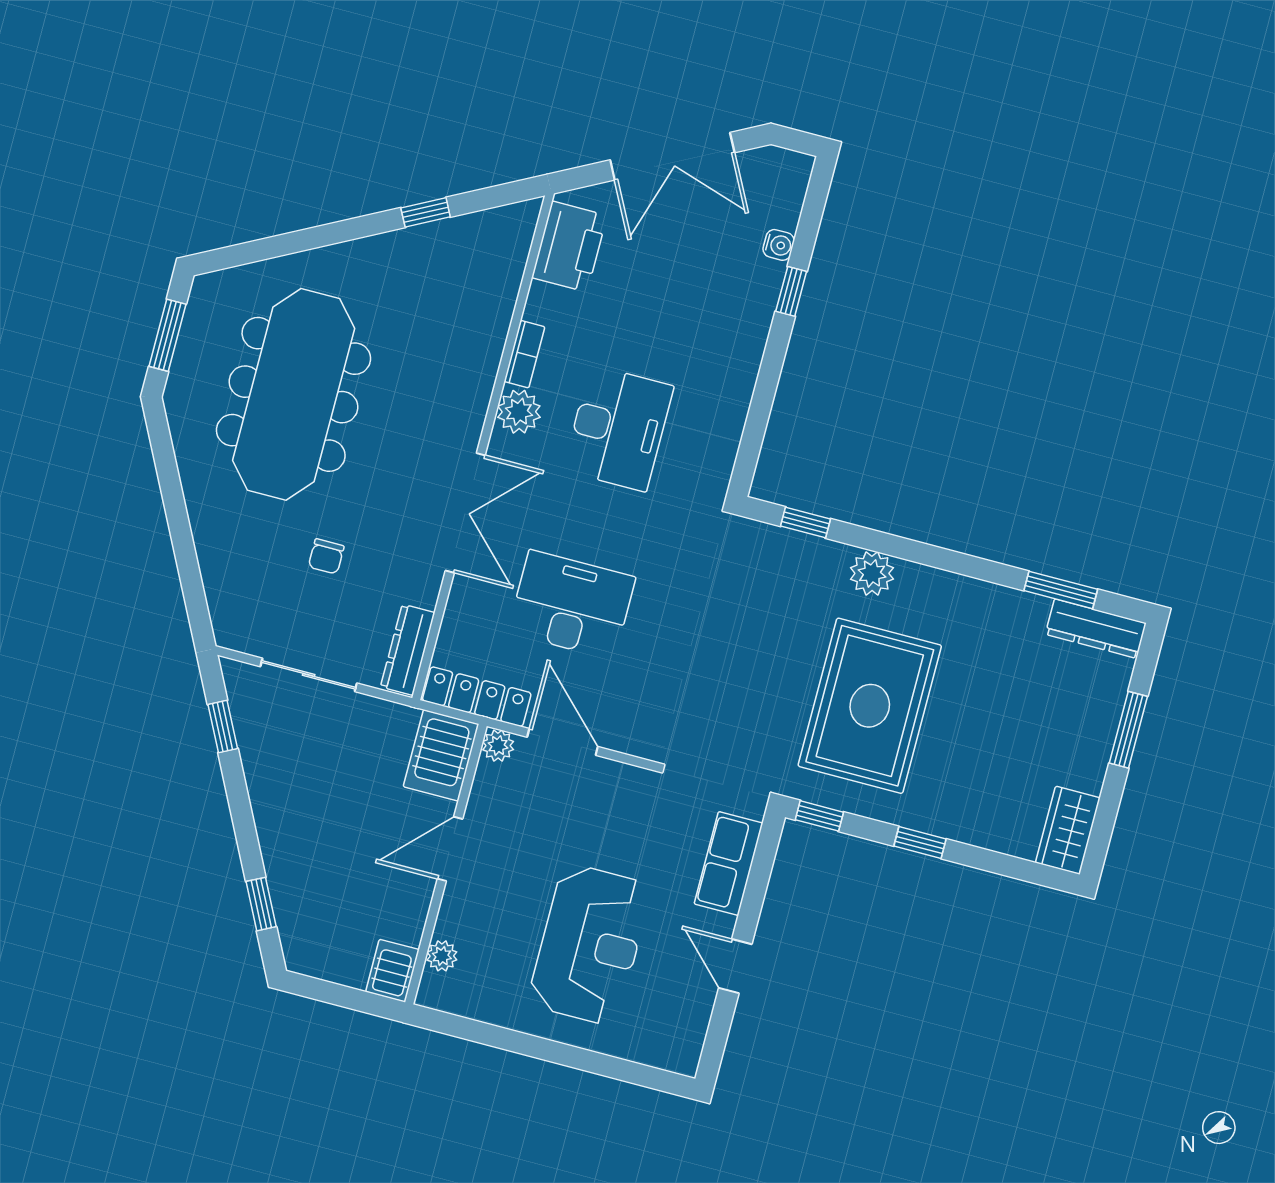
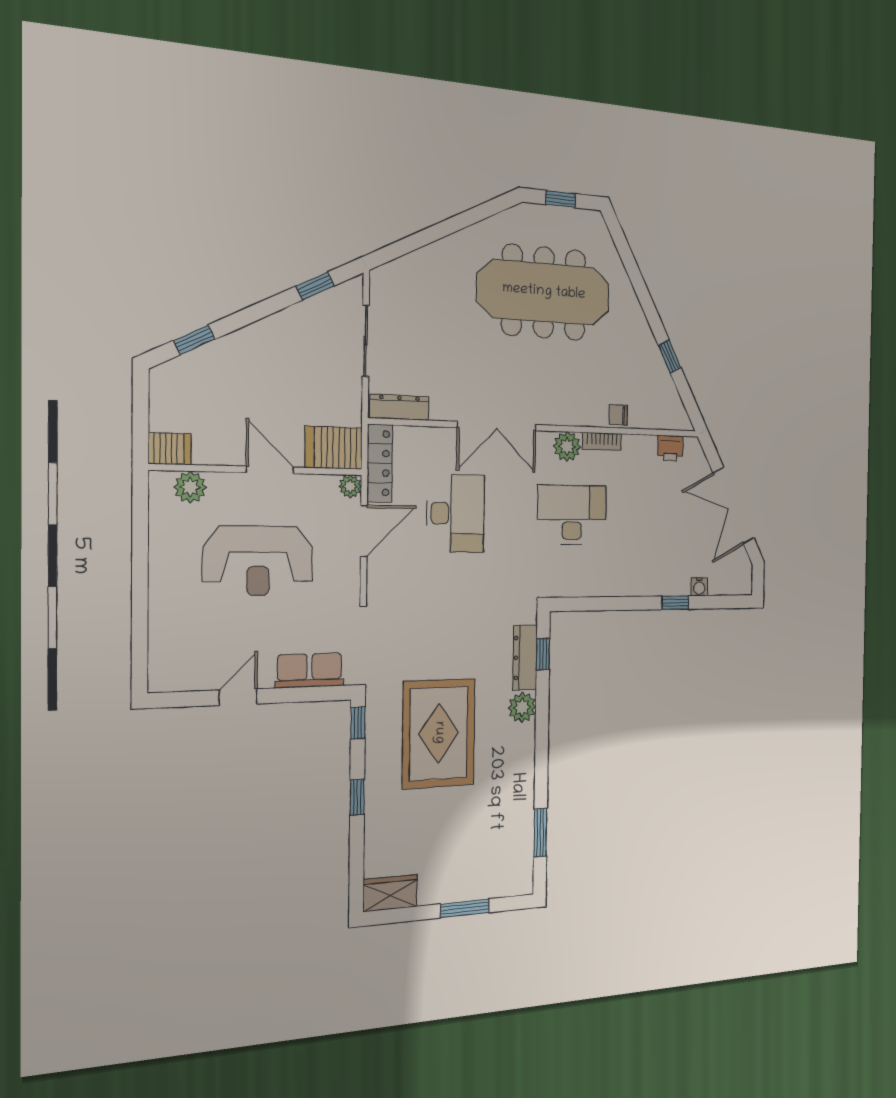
printer: (569, 247) -> (670, 448), width x0.53, depth x0.68
window: (167, 335) -> (561, 199), width x0.67
desk: (618, 428) -> (572, 515), turned 180
chair: (326, 556) -> (618, 415), moved
dresser: (1096, 629) -> (525, 658), moved
rug: (870, 706) -> (439, 733), turned 90
reception desk: (590, 944) -> (258, 561), moved
plant: (442, 956) -> (190, 487), width x1.38, depth x1.38

